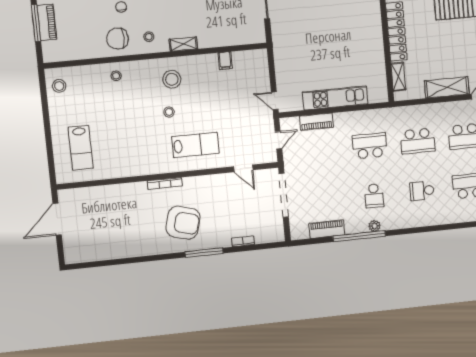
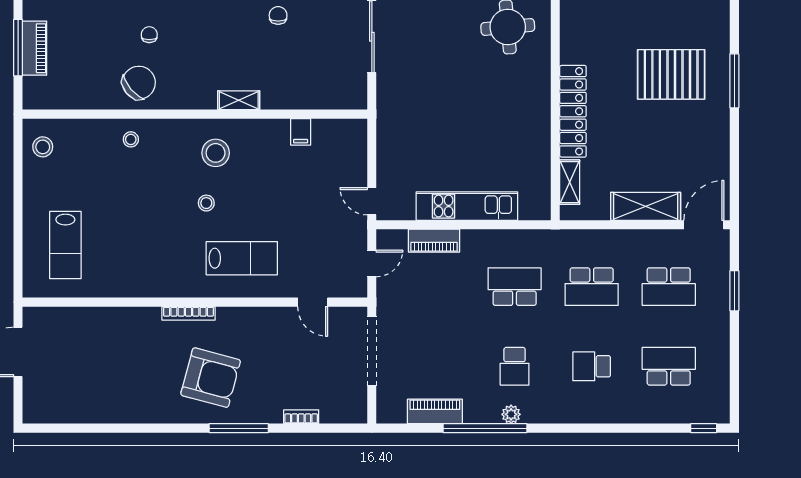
stool: (149, 37) -> (187, 84), removed
chair: (118, 39) -> (139, 83), turned 140

